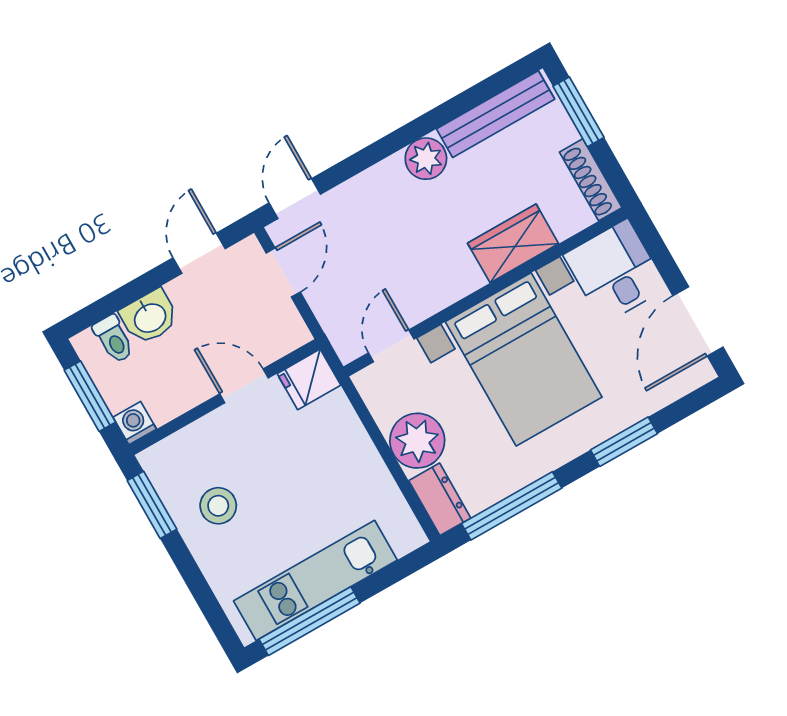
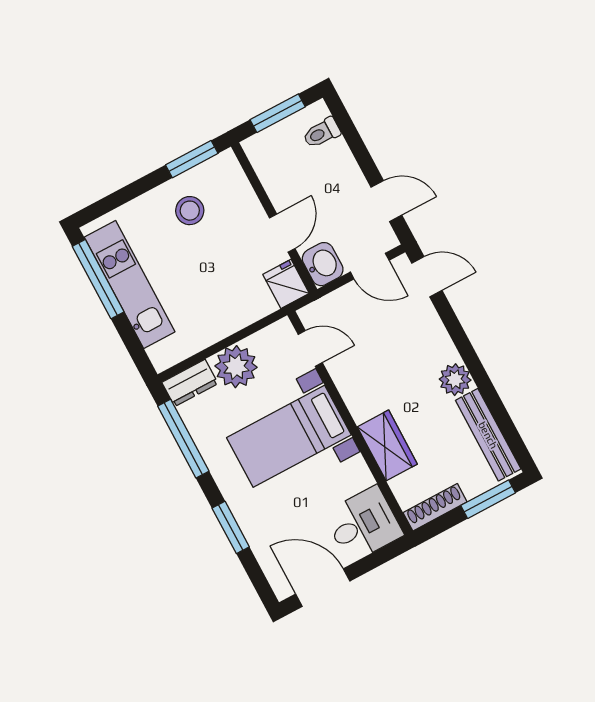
washbasin: (150, 317) -> (323, 264), moved, turned 180
bed with nightstands: (524, 359) -> (289, 436), width x0.73
washing machine: (135, 423) -> (256, 148), removed

